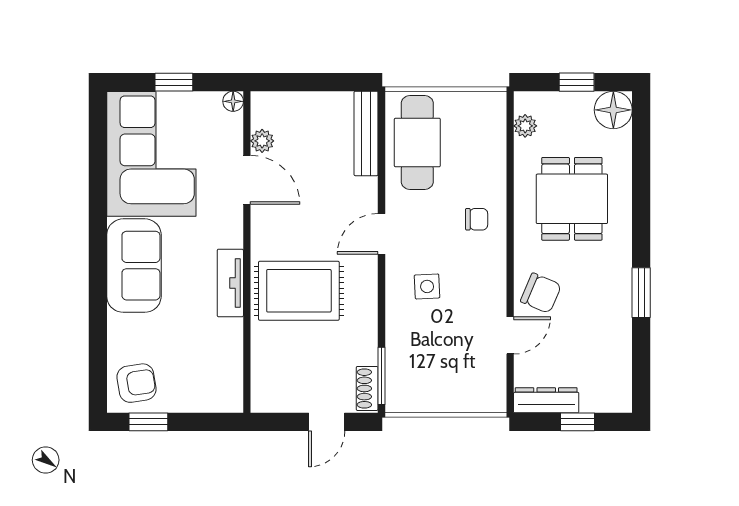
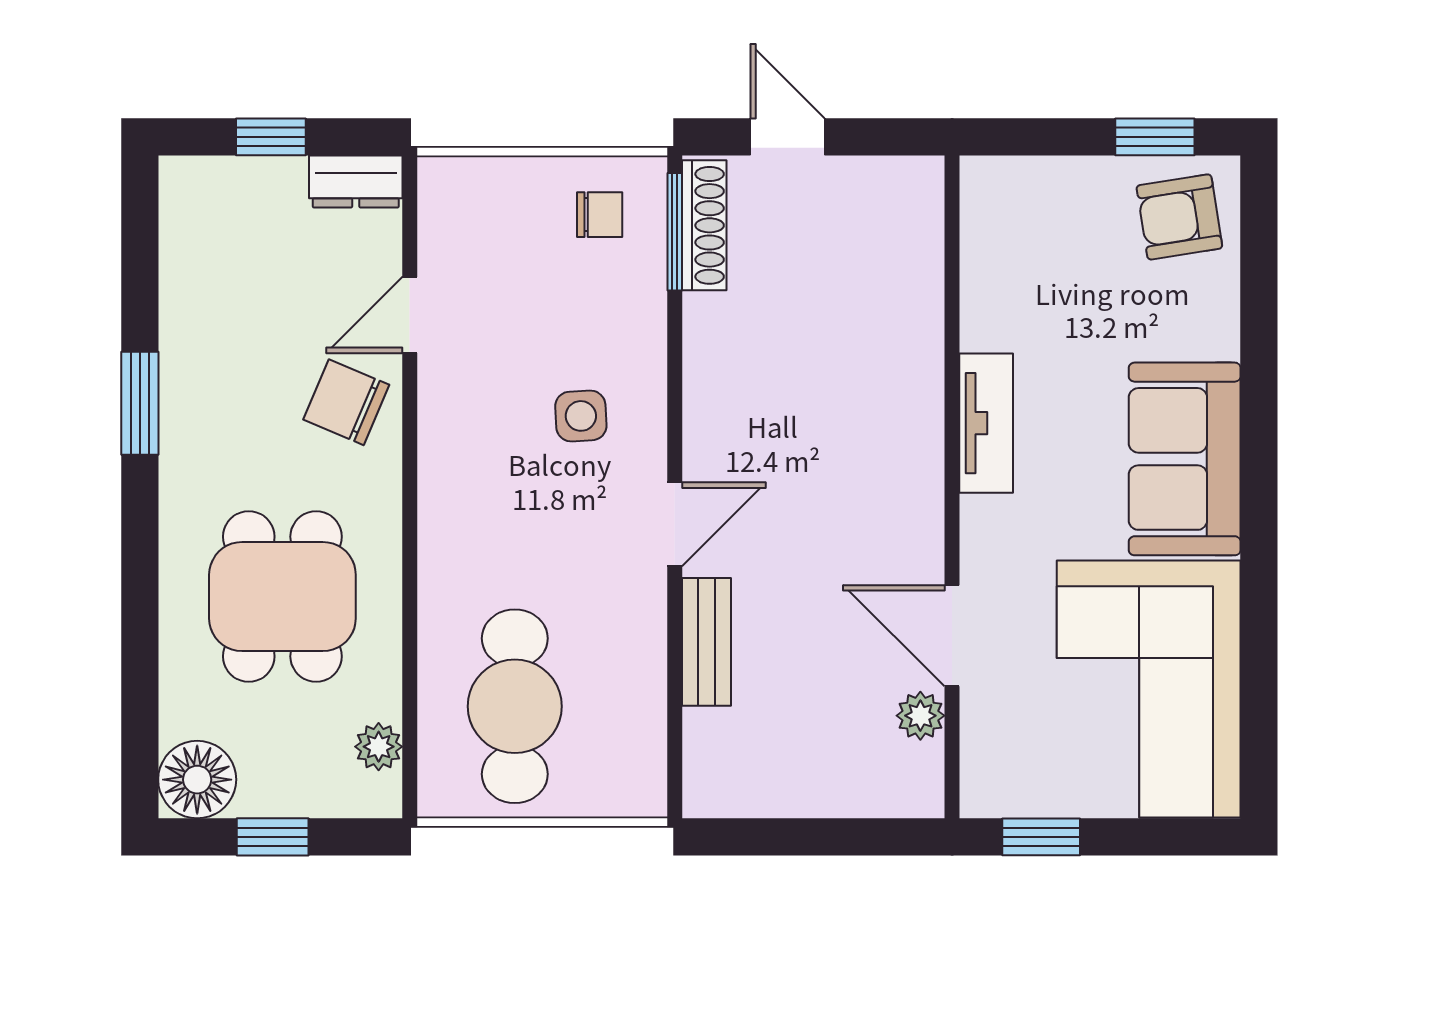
window: (174, 82) -> (1041, 837), moved
floor lamp: (233, 101) -> (980, 797), removed
bench: (366, 133) -> (707, 642), moved, width x0.73
cafe table: (417, 143) -> (515, 706), moved
chair: (477, 219) -> (600, 215), moved, turned 180
rug: (299, 291) -> (845, 407), removed
shoe rack: (367, 388) -> (704, 225), width x1.43
dresser: (546, 400) -> (356, 182), width x0.70
door: (327, 422) -> (788, 137), hinge flipped

